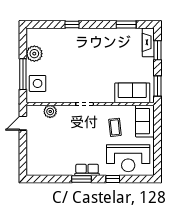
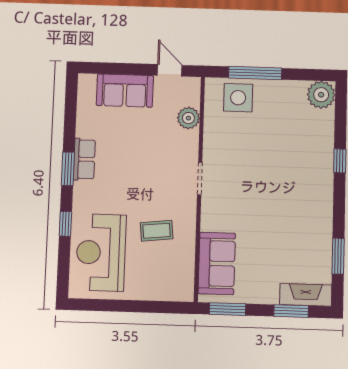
plant: (34, 54) -> (321, 95), moved
sofa: (145, 121) -> (125, 91), moved, turned 180
row of seats: (87, 170) -> (84, 159), moved

